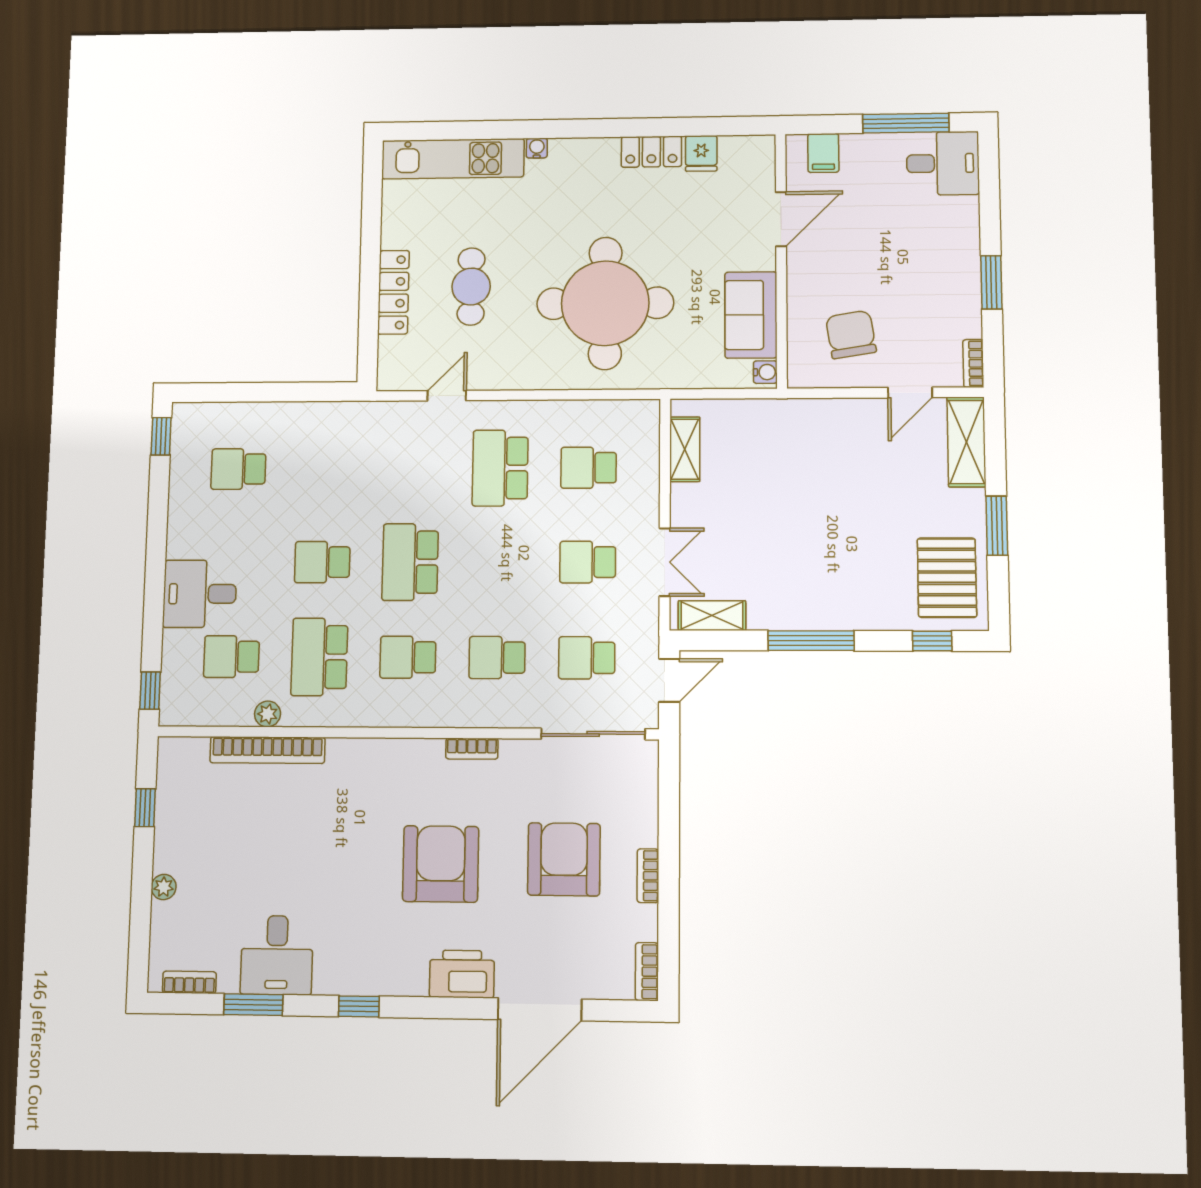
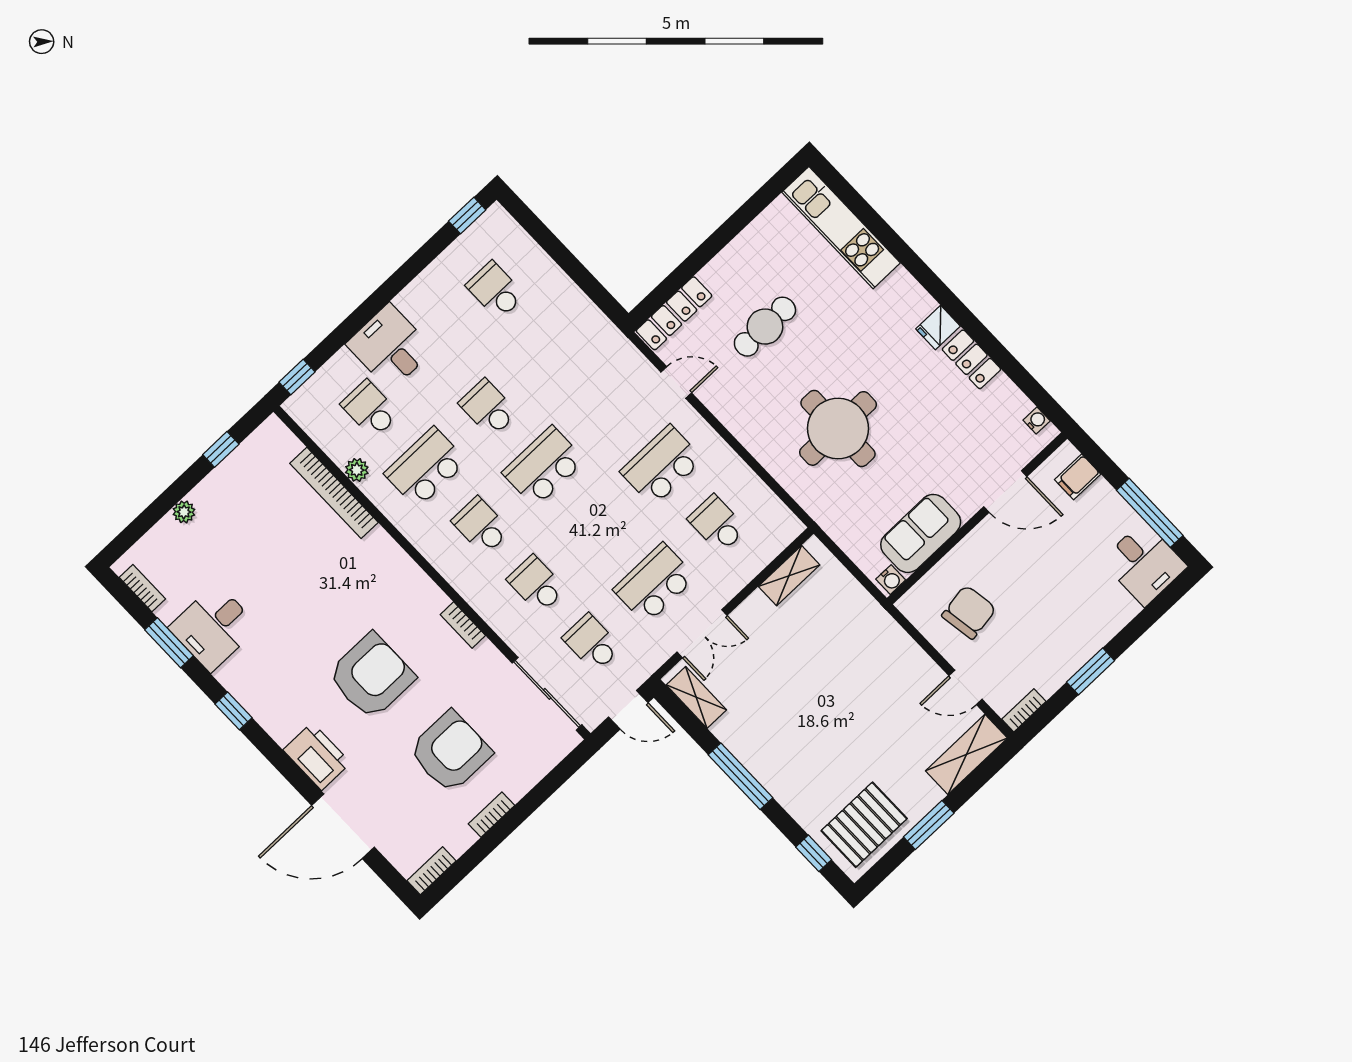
water cooler: (537, 148) -> (1037, 420), moved
fridge: (701, 153) -> (938, 328), moved
locker: (393, 292) -> (674, 313), moved
round table: (605, 303) -> (838, 428), width x0.73, depth x0.73
school desk: (588, 562) -> (655, 583), width x1.85

